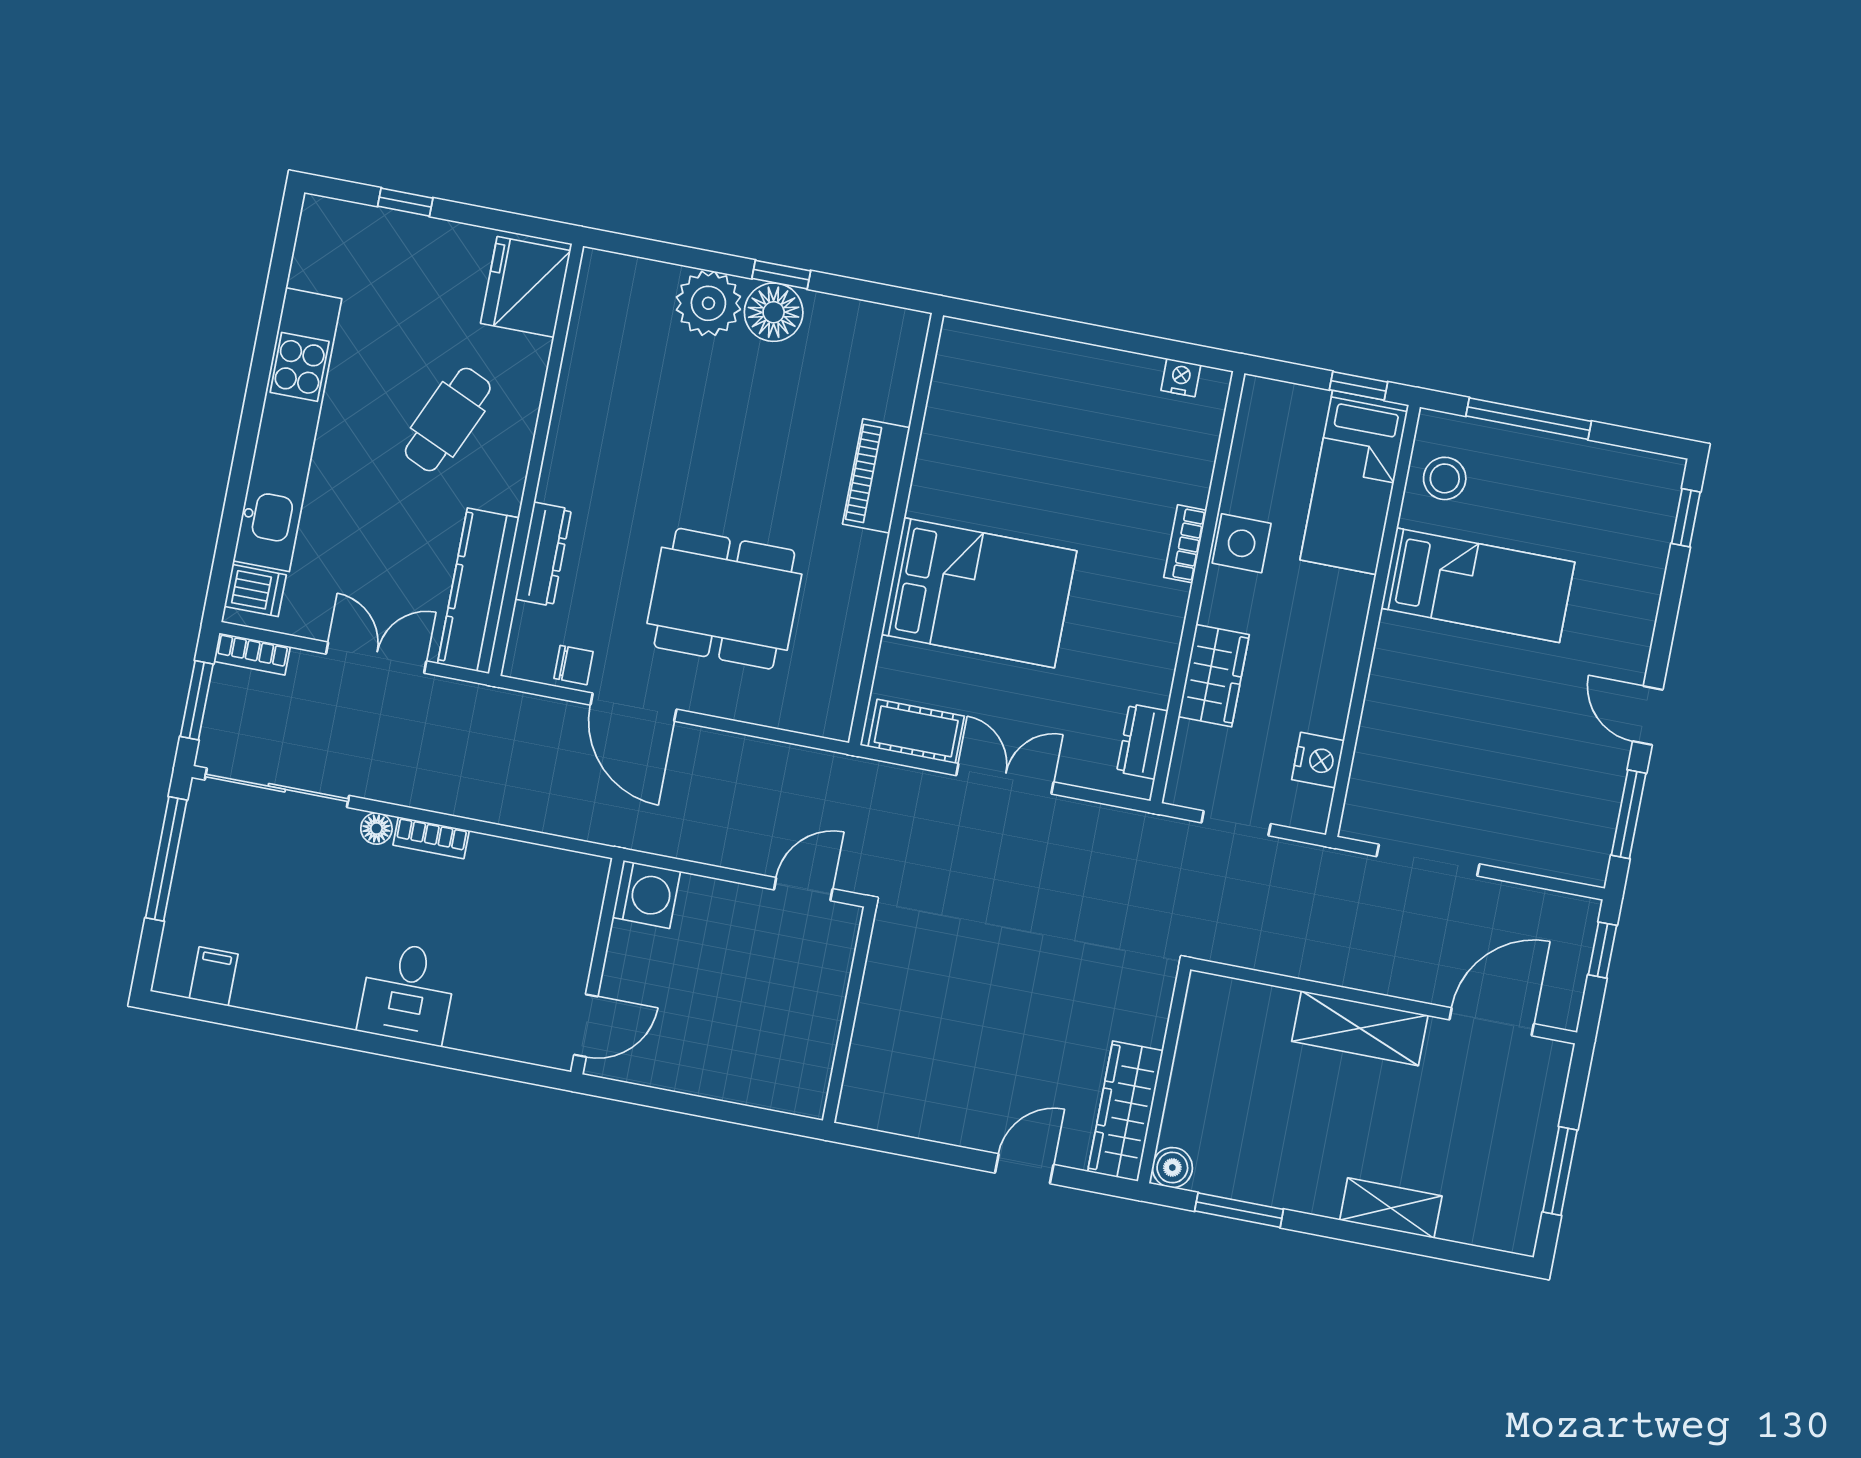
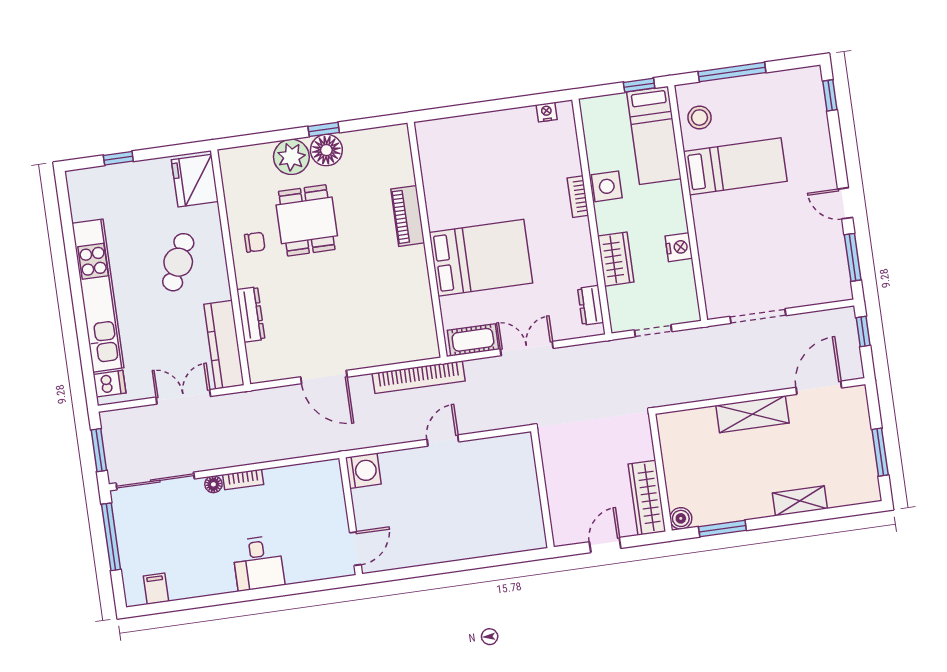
dining table: (724, 599) -> (307, 220), moved, width x0.73
bookcase: (252, 654) -> (419, 377), moved, width x2.31, depth x1.31
chair: (573, 665) -> (255, 242), moved
nightstand: (1318, 760) -> (679, 247), moved
wall: (849, 1015) -> (542, 489), moved

